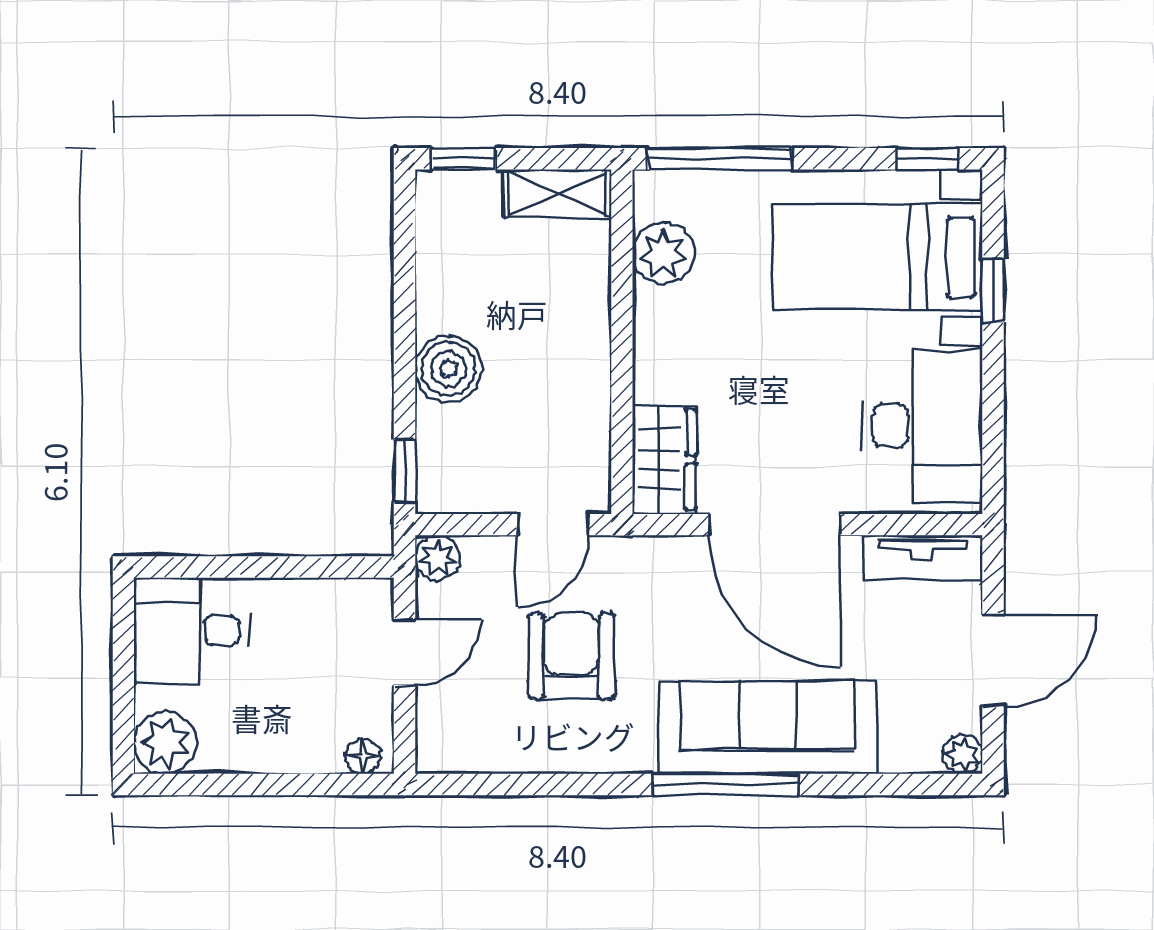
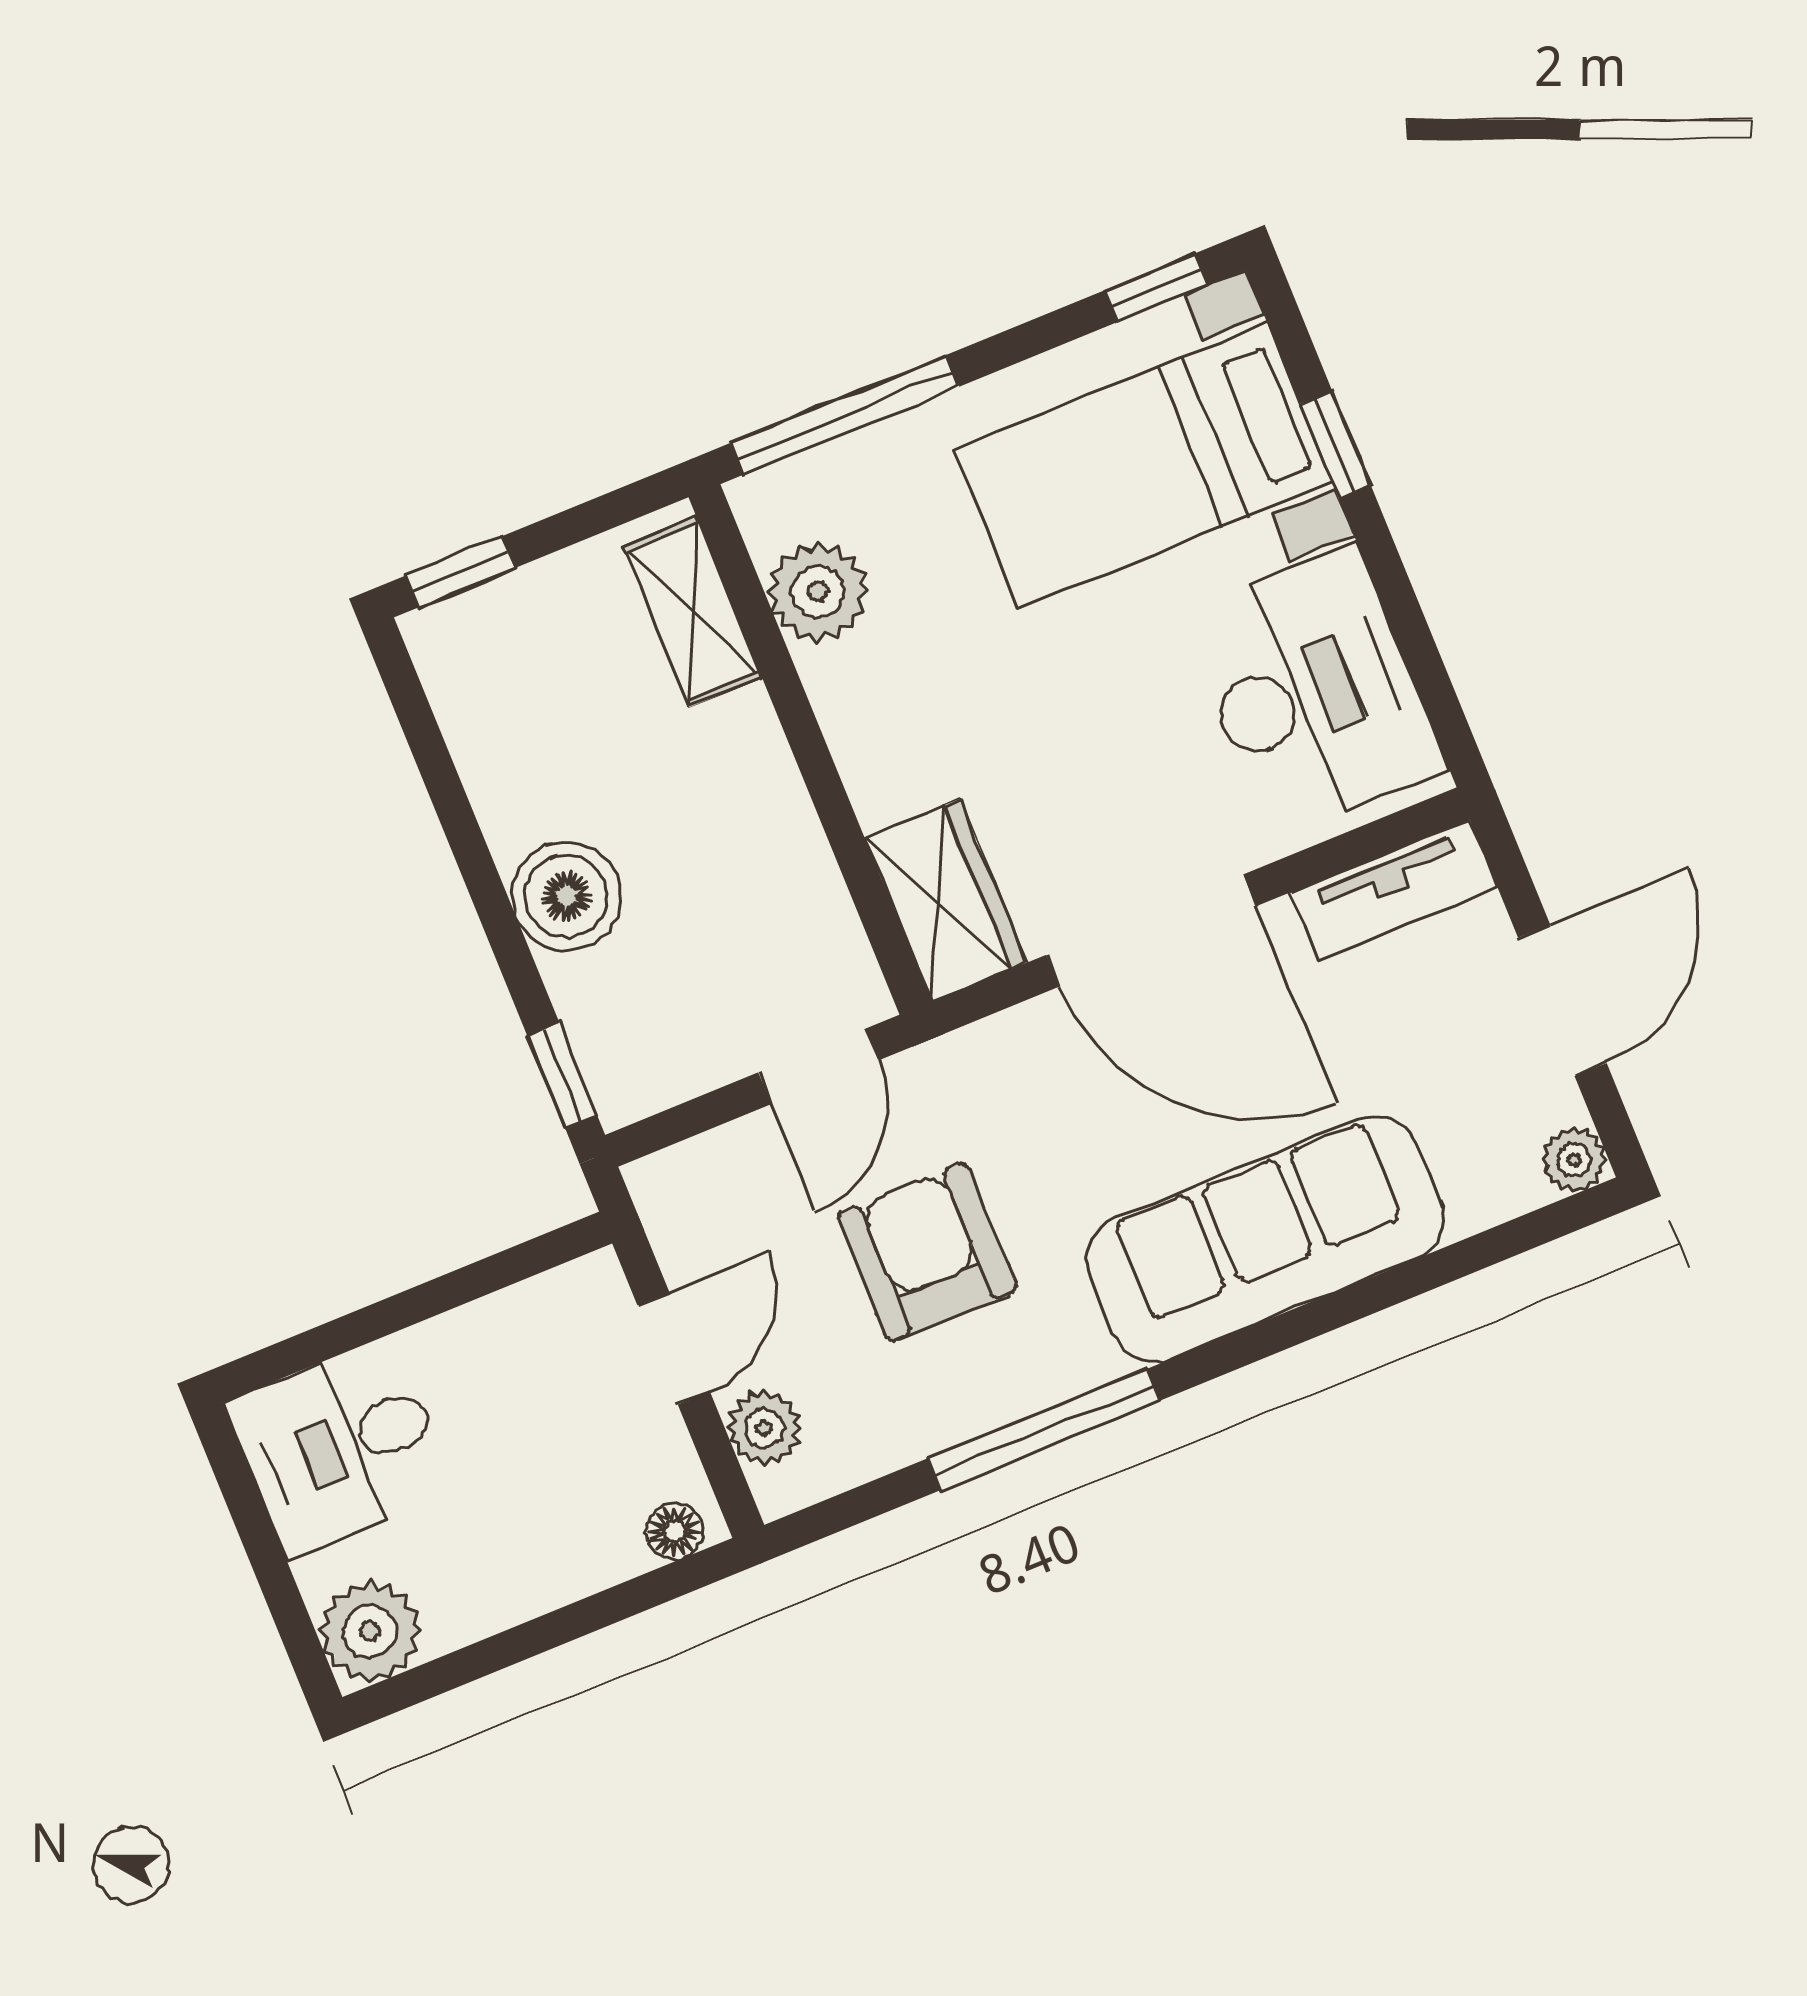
shelving: (558, 193) -> (693, 612), moved, turned 90
plant: (438, 558) -> (764, 1428), moved
window: (726, 784) -> (1044, 1429), moved

